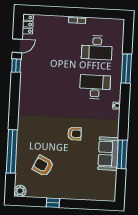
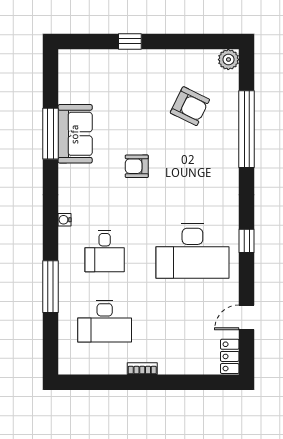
desk: (97, 48) -> (105, 321), turned 180
window: (16, 66) -> (247, 241), moved
desk: (46, 84) -> (192, 251), added
desk: (95, 87) -> (105, 251), width x0.73
window: (53, 203) -> (130, 41), moved

